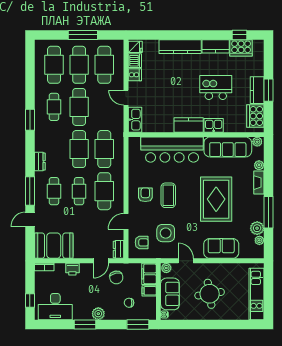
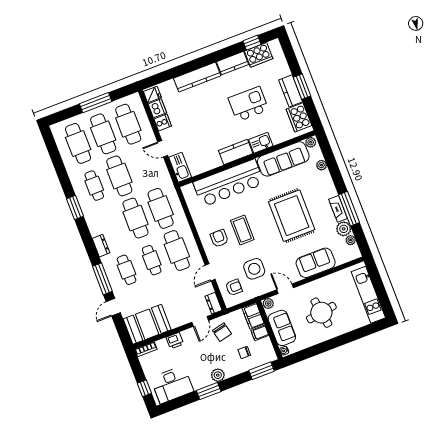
fireplace: (259, 183) -> (338, 209), moved

